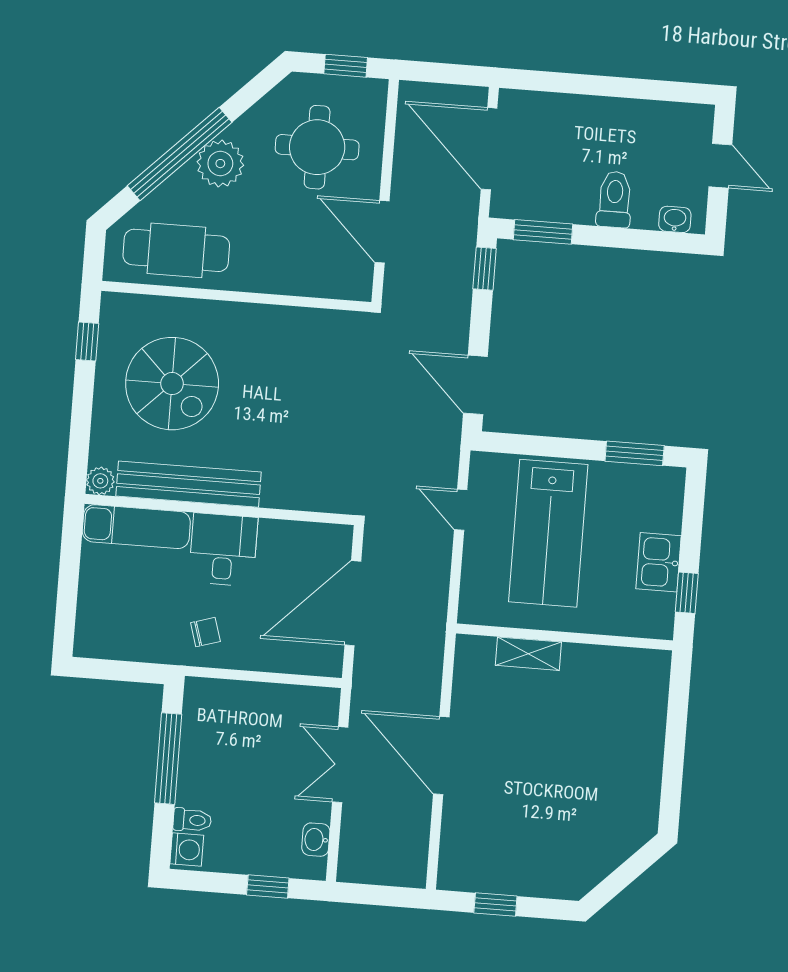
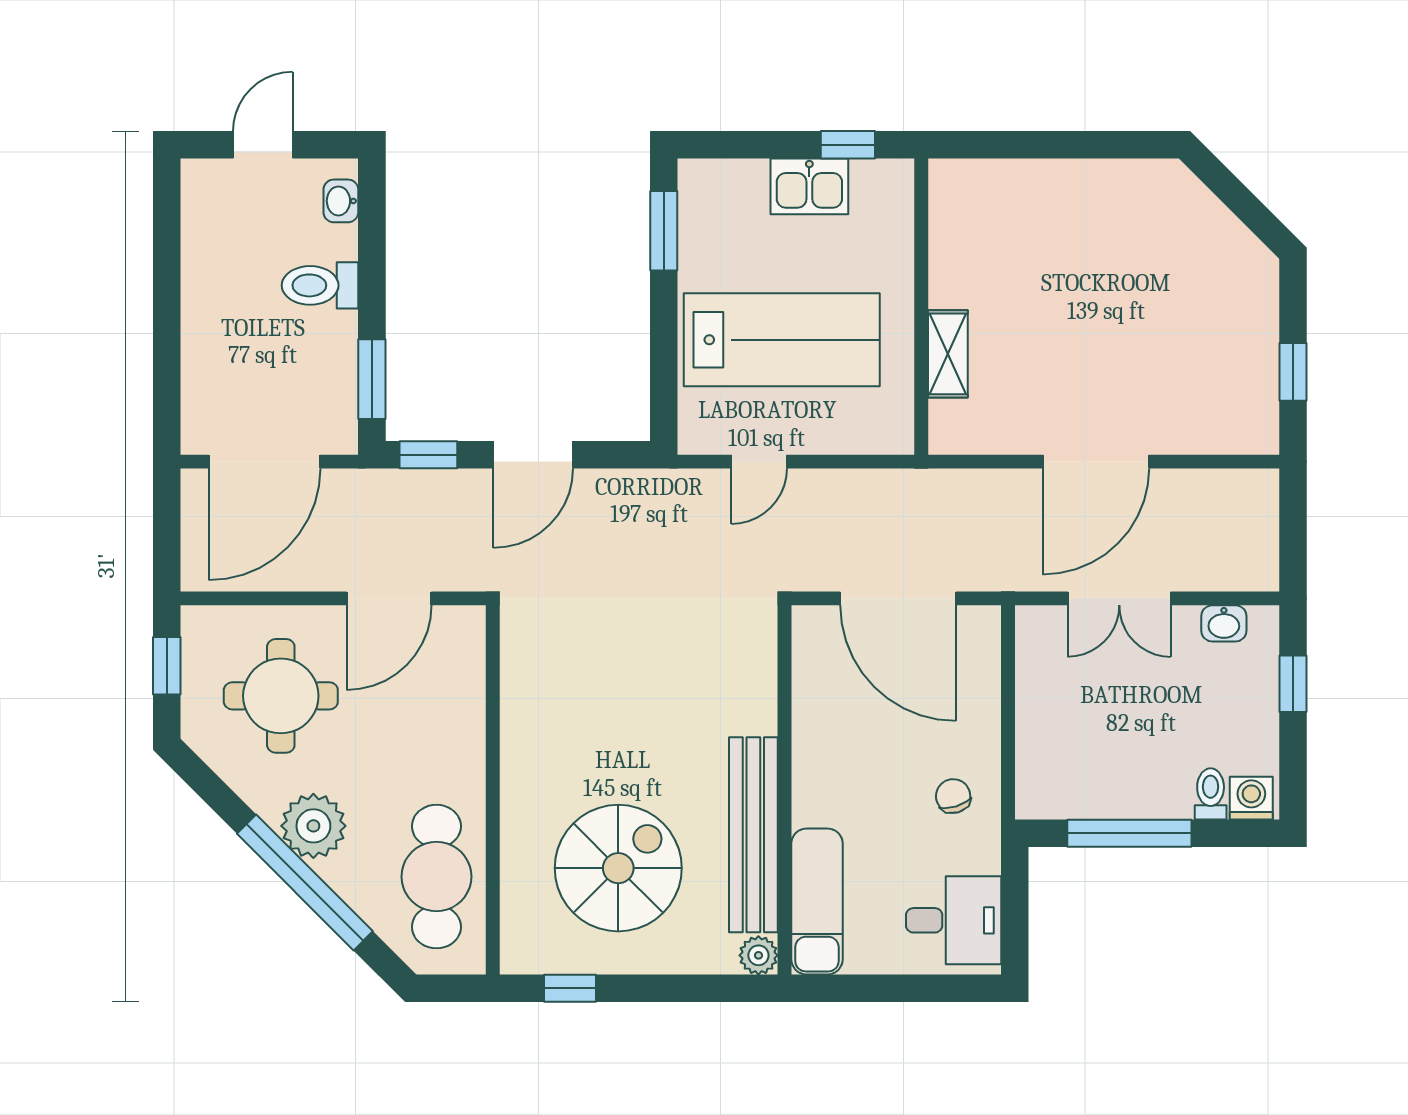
door: (475, 385) -> (533, 455), moved
desk: (223, 550) -> (954, 920), moved, turned 180

